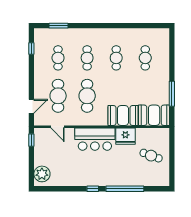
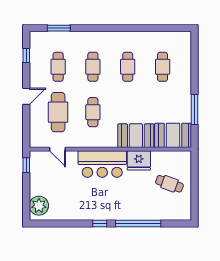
cafe table: (87, 96) -> (93, 112), width x0.73, depth x0.74
door: (31, 106) -> (26, 96), moved

